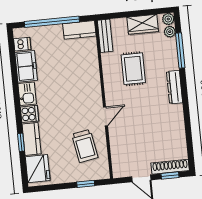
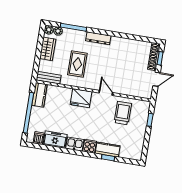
rug: (133, 69) -> (77, 64), turned 90
trolley: (85, 146) -> (123, 113), turned -80
fridge: (38, 169) -> (81, 98), moved, turned 180

